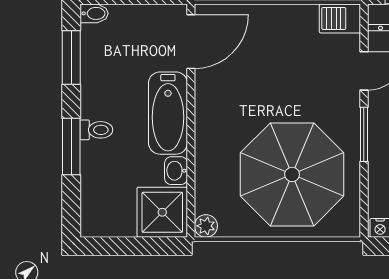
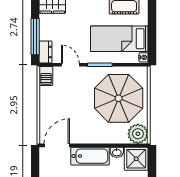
door: (191, 42) -> (57, 145), hinge flipped
plant: (206, 226) -> (138, 134), width x1.88, depth x1.88

